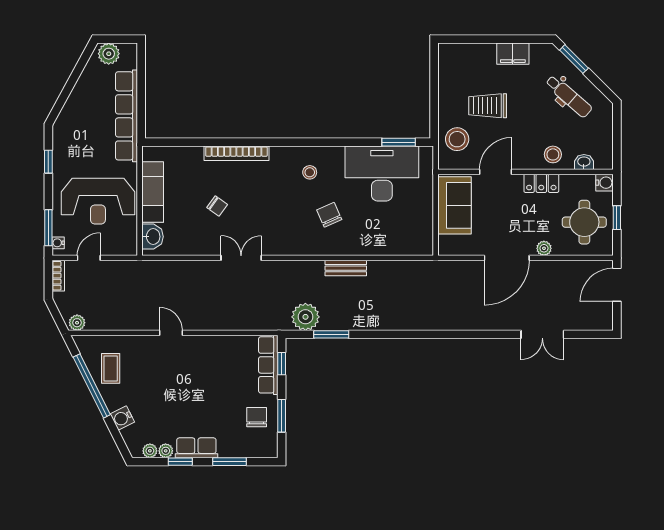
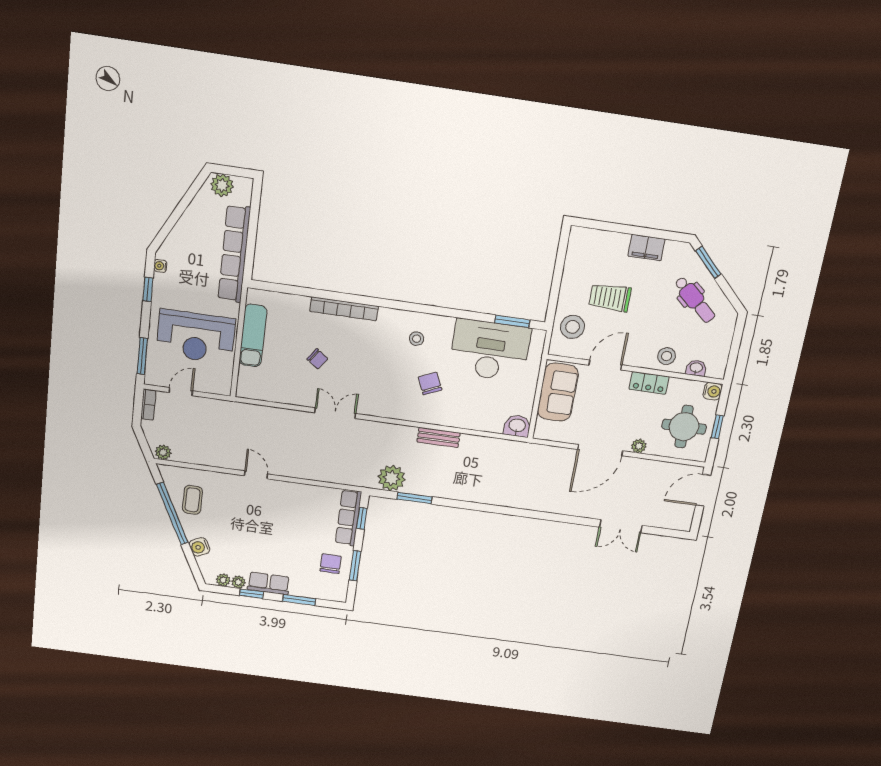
washbasin: (153, 237) -> (517, 426), moved, turned -90
water cooler: (58, 243) -> (160, 266), moved

